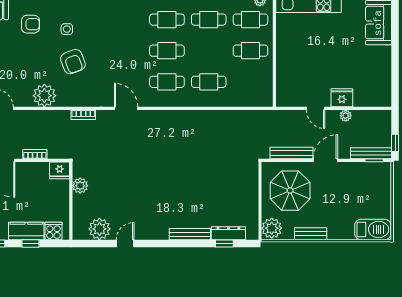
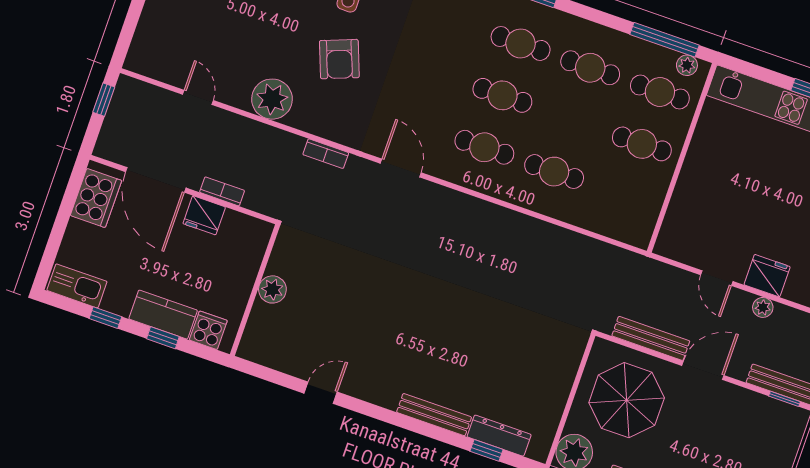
fridge: (60, 170) -> (204, 215), moved
plant: (80, 186) -> (272, 289), moved
plant: (99, 229) -> (286, 354), removed

